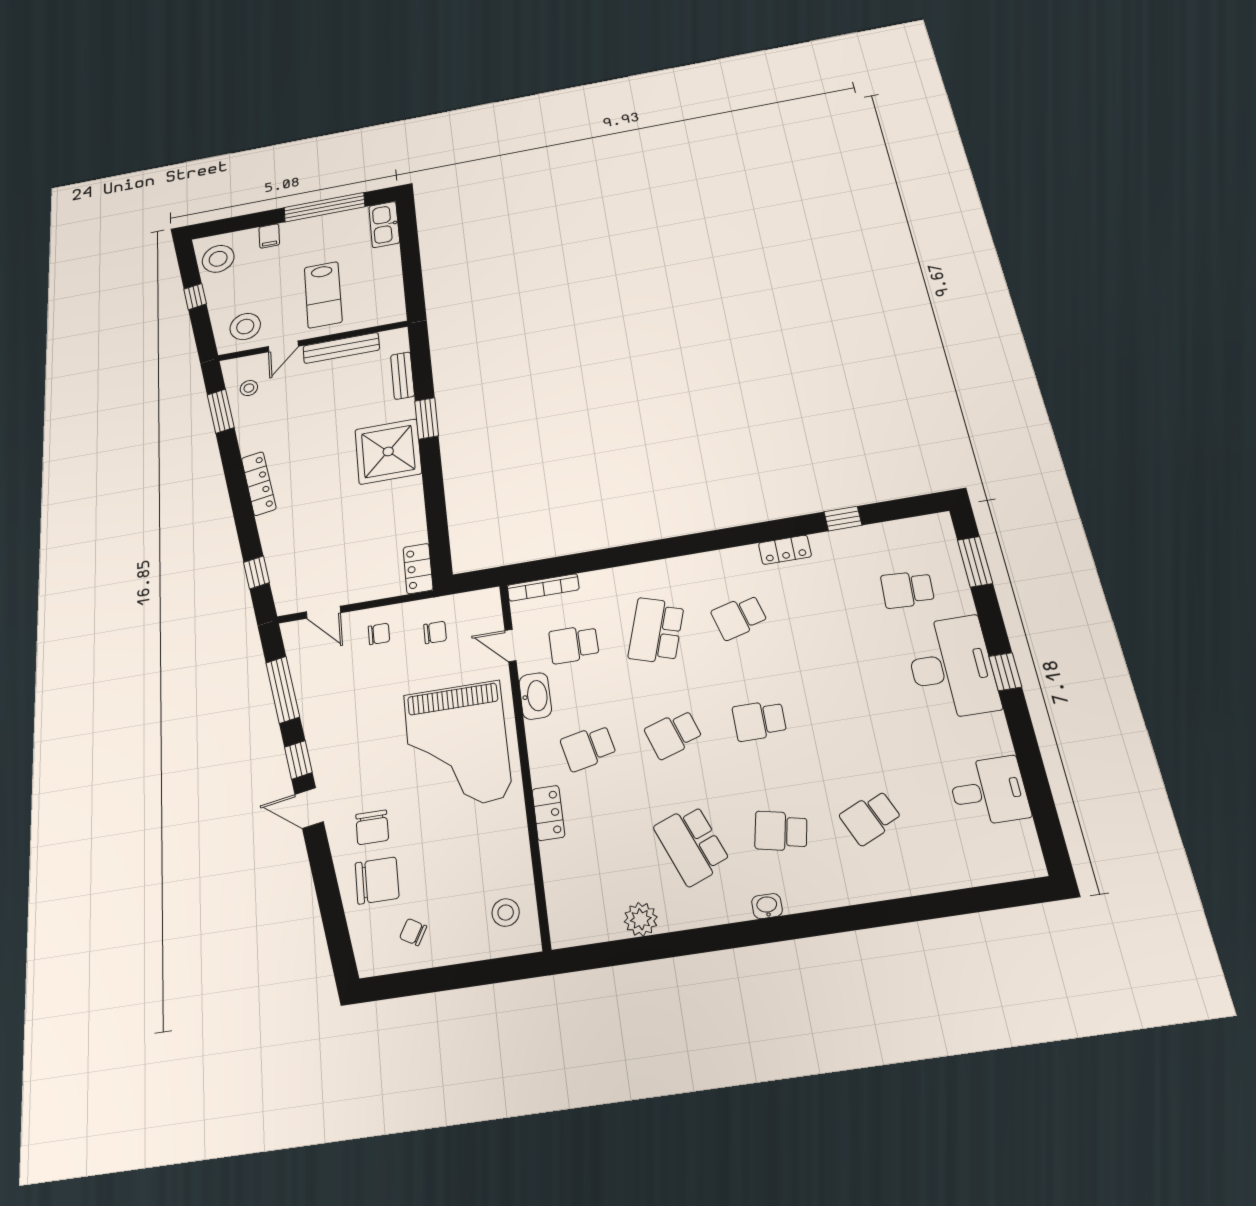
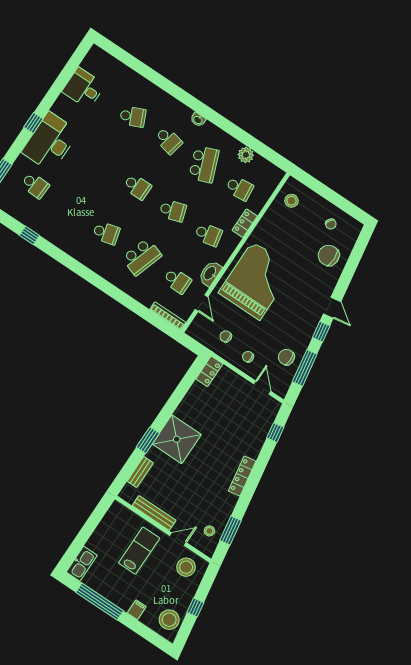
locker: (785, 550) -> (63, 244), removed
chair: (372, 827) -> (286, 357), moved, turned -90
school desk: (604, 858) -> (239, 188), added

